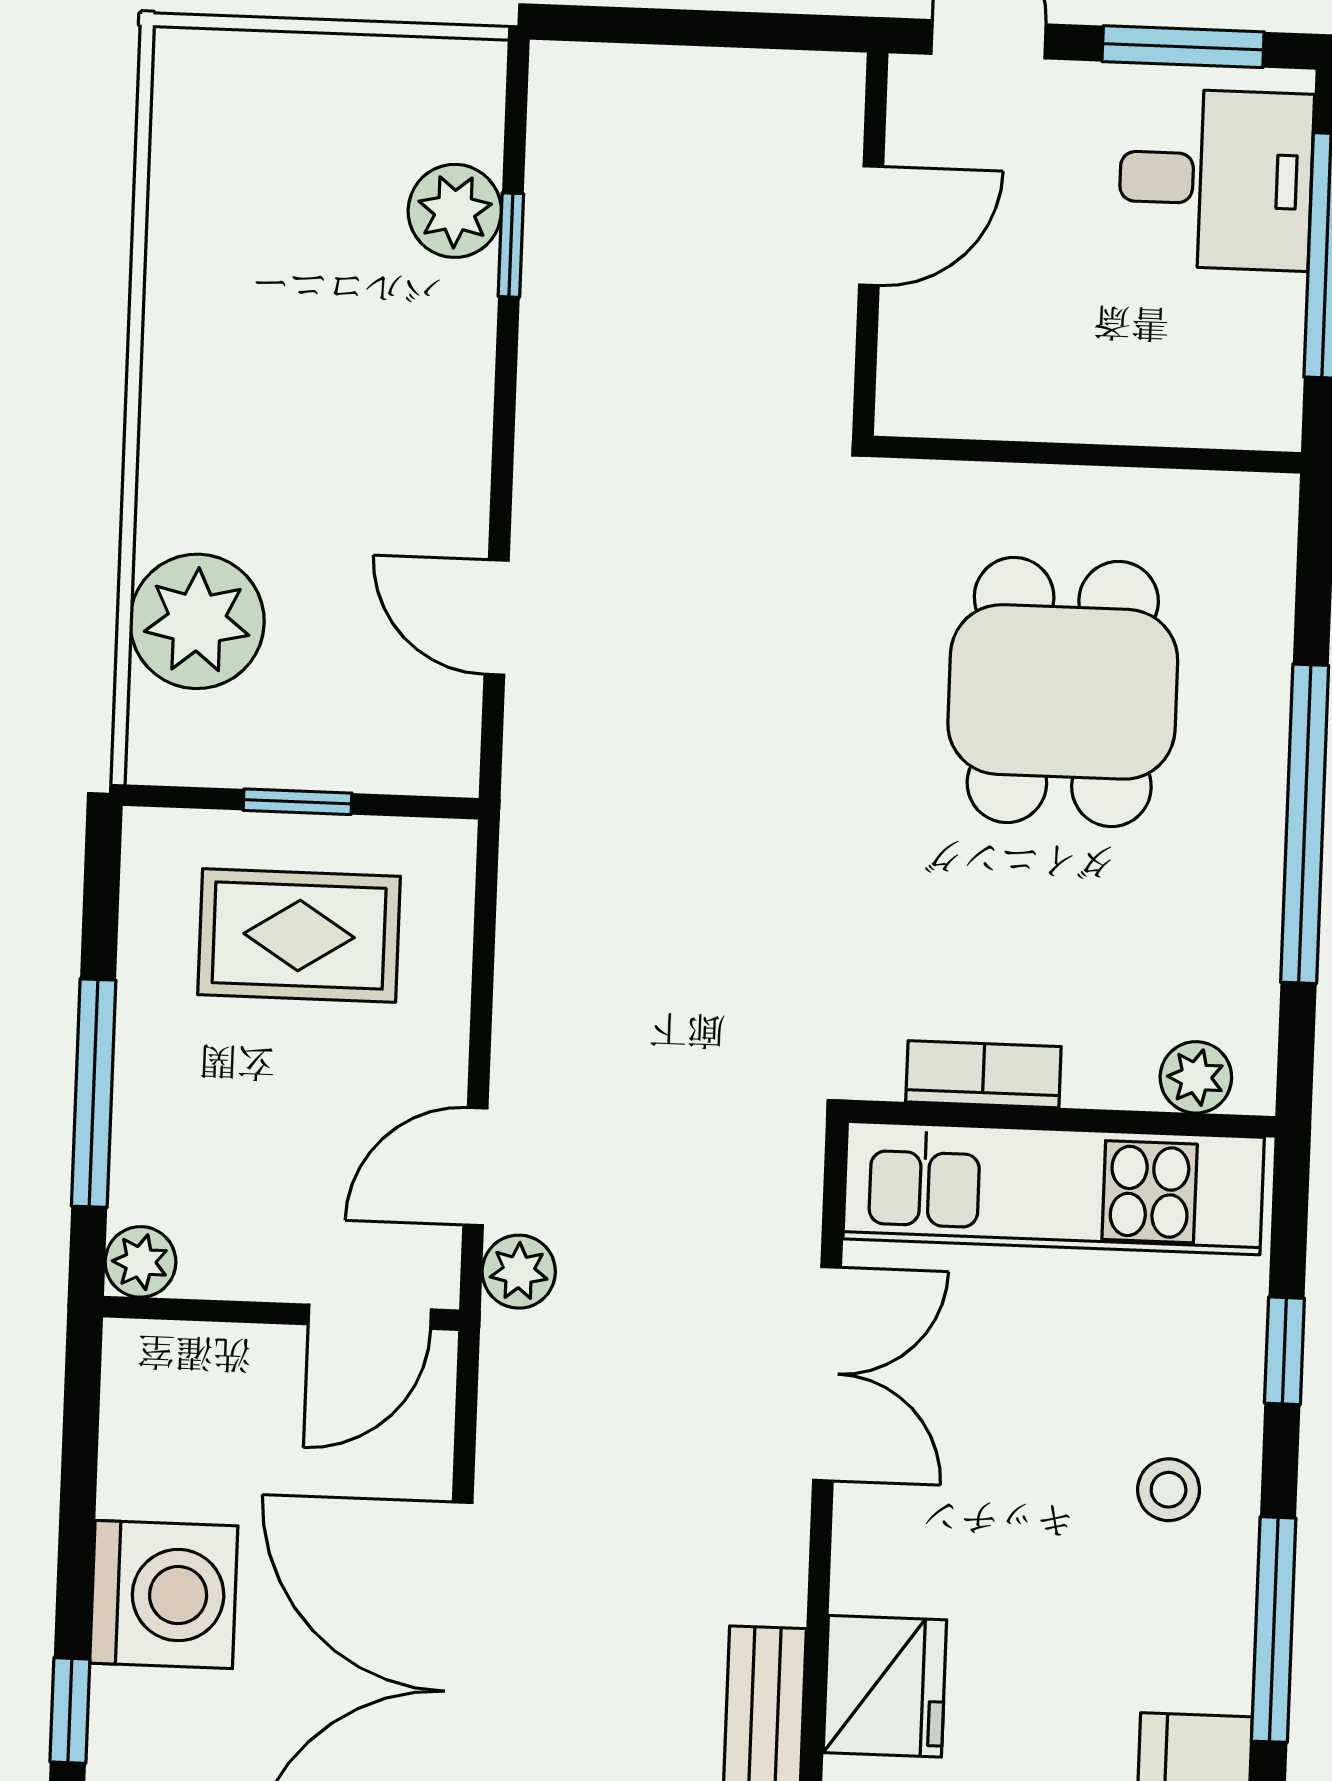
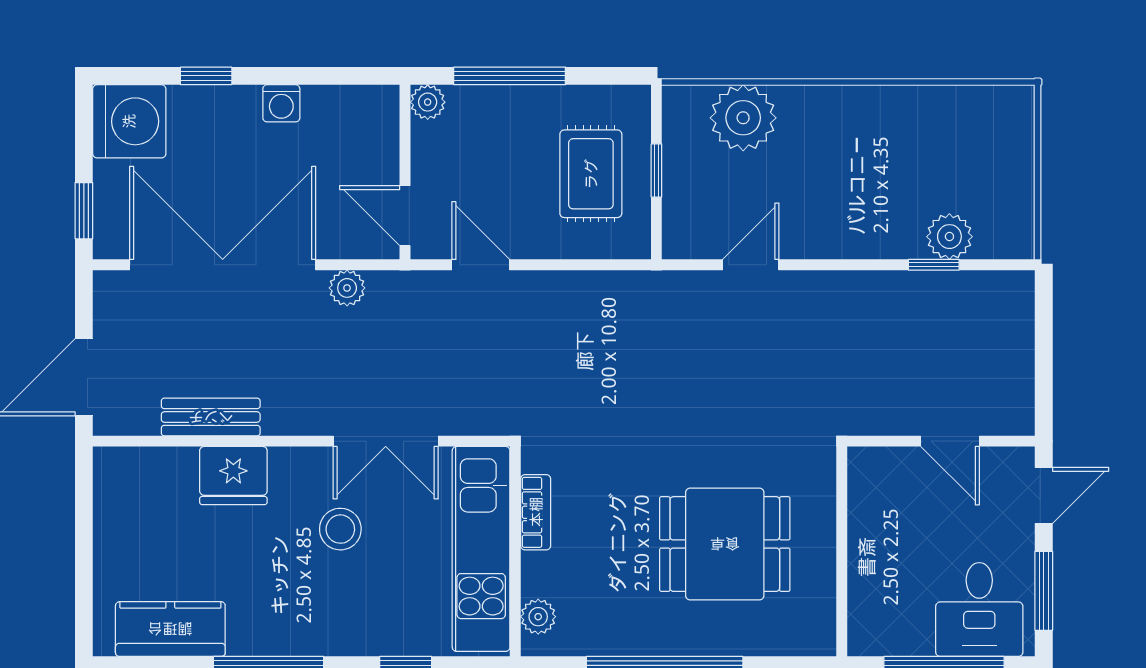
plant: (519, 1272) -> (347, 288), moved
stool: (1169, 1490) -> (340, 529), moved, width x1.37, depth x1.37
washing machine: (164, 1594) -> (281, 103), width x0.53, depth x0.53

